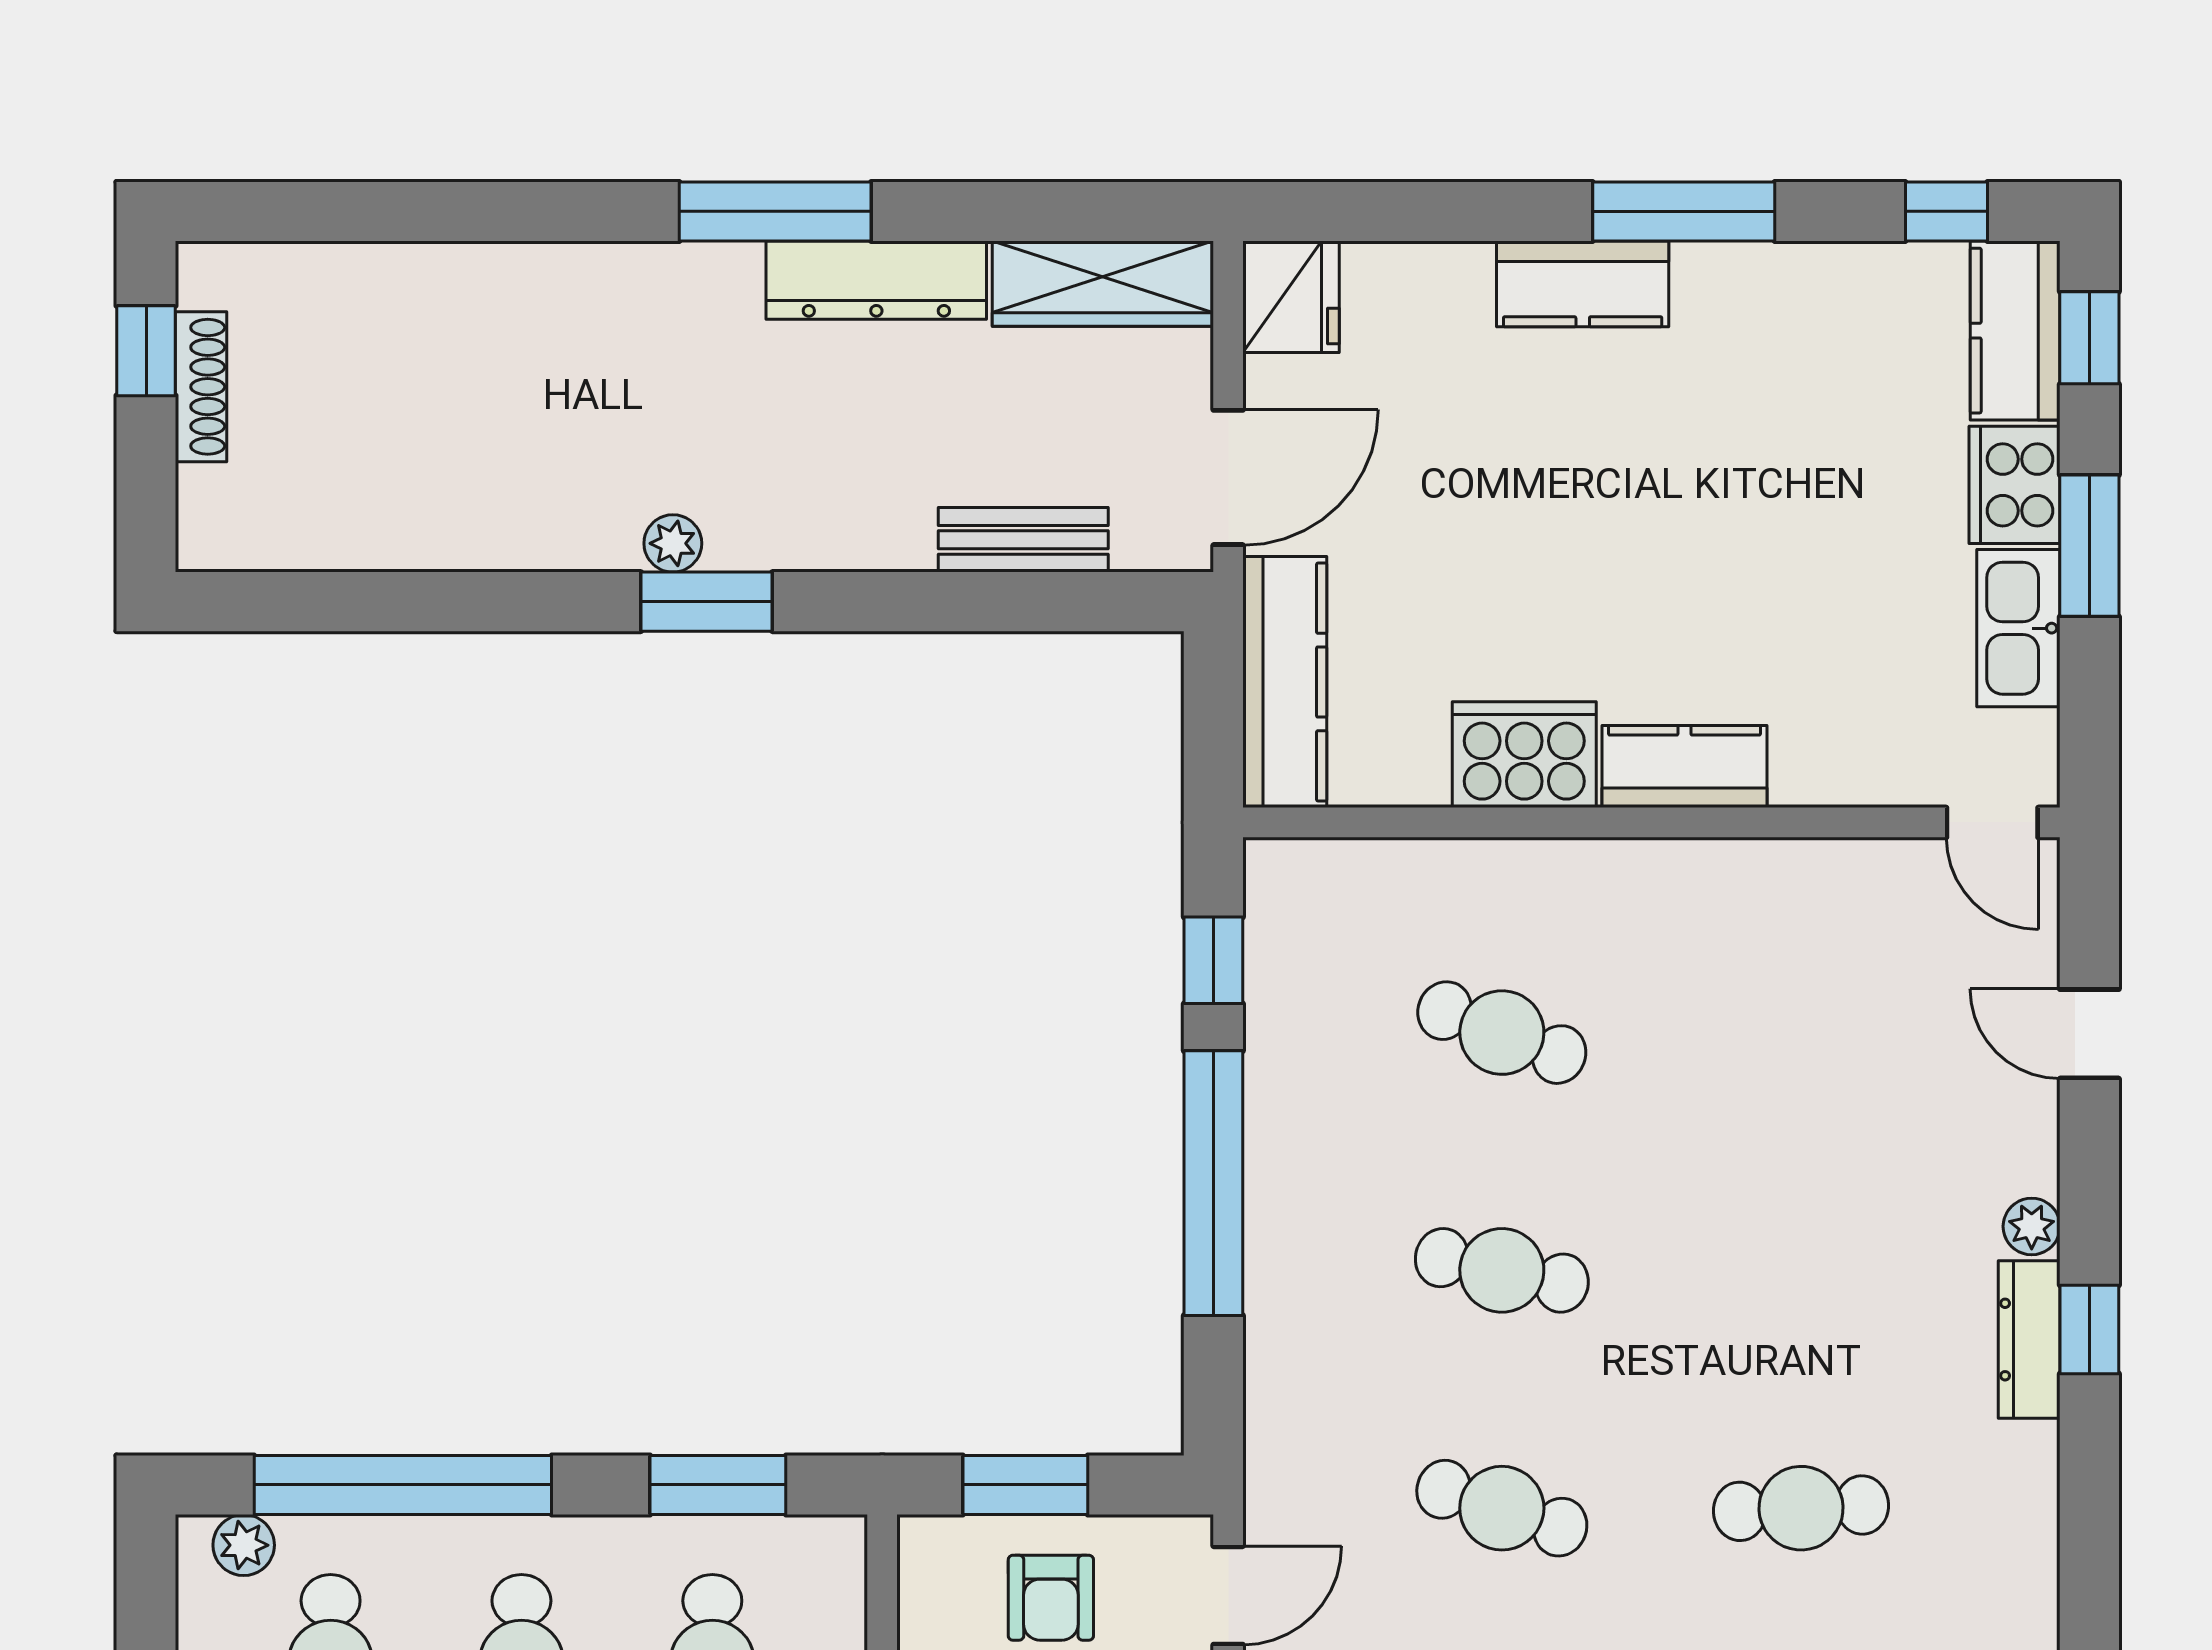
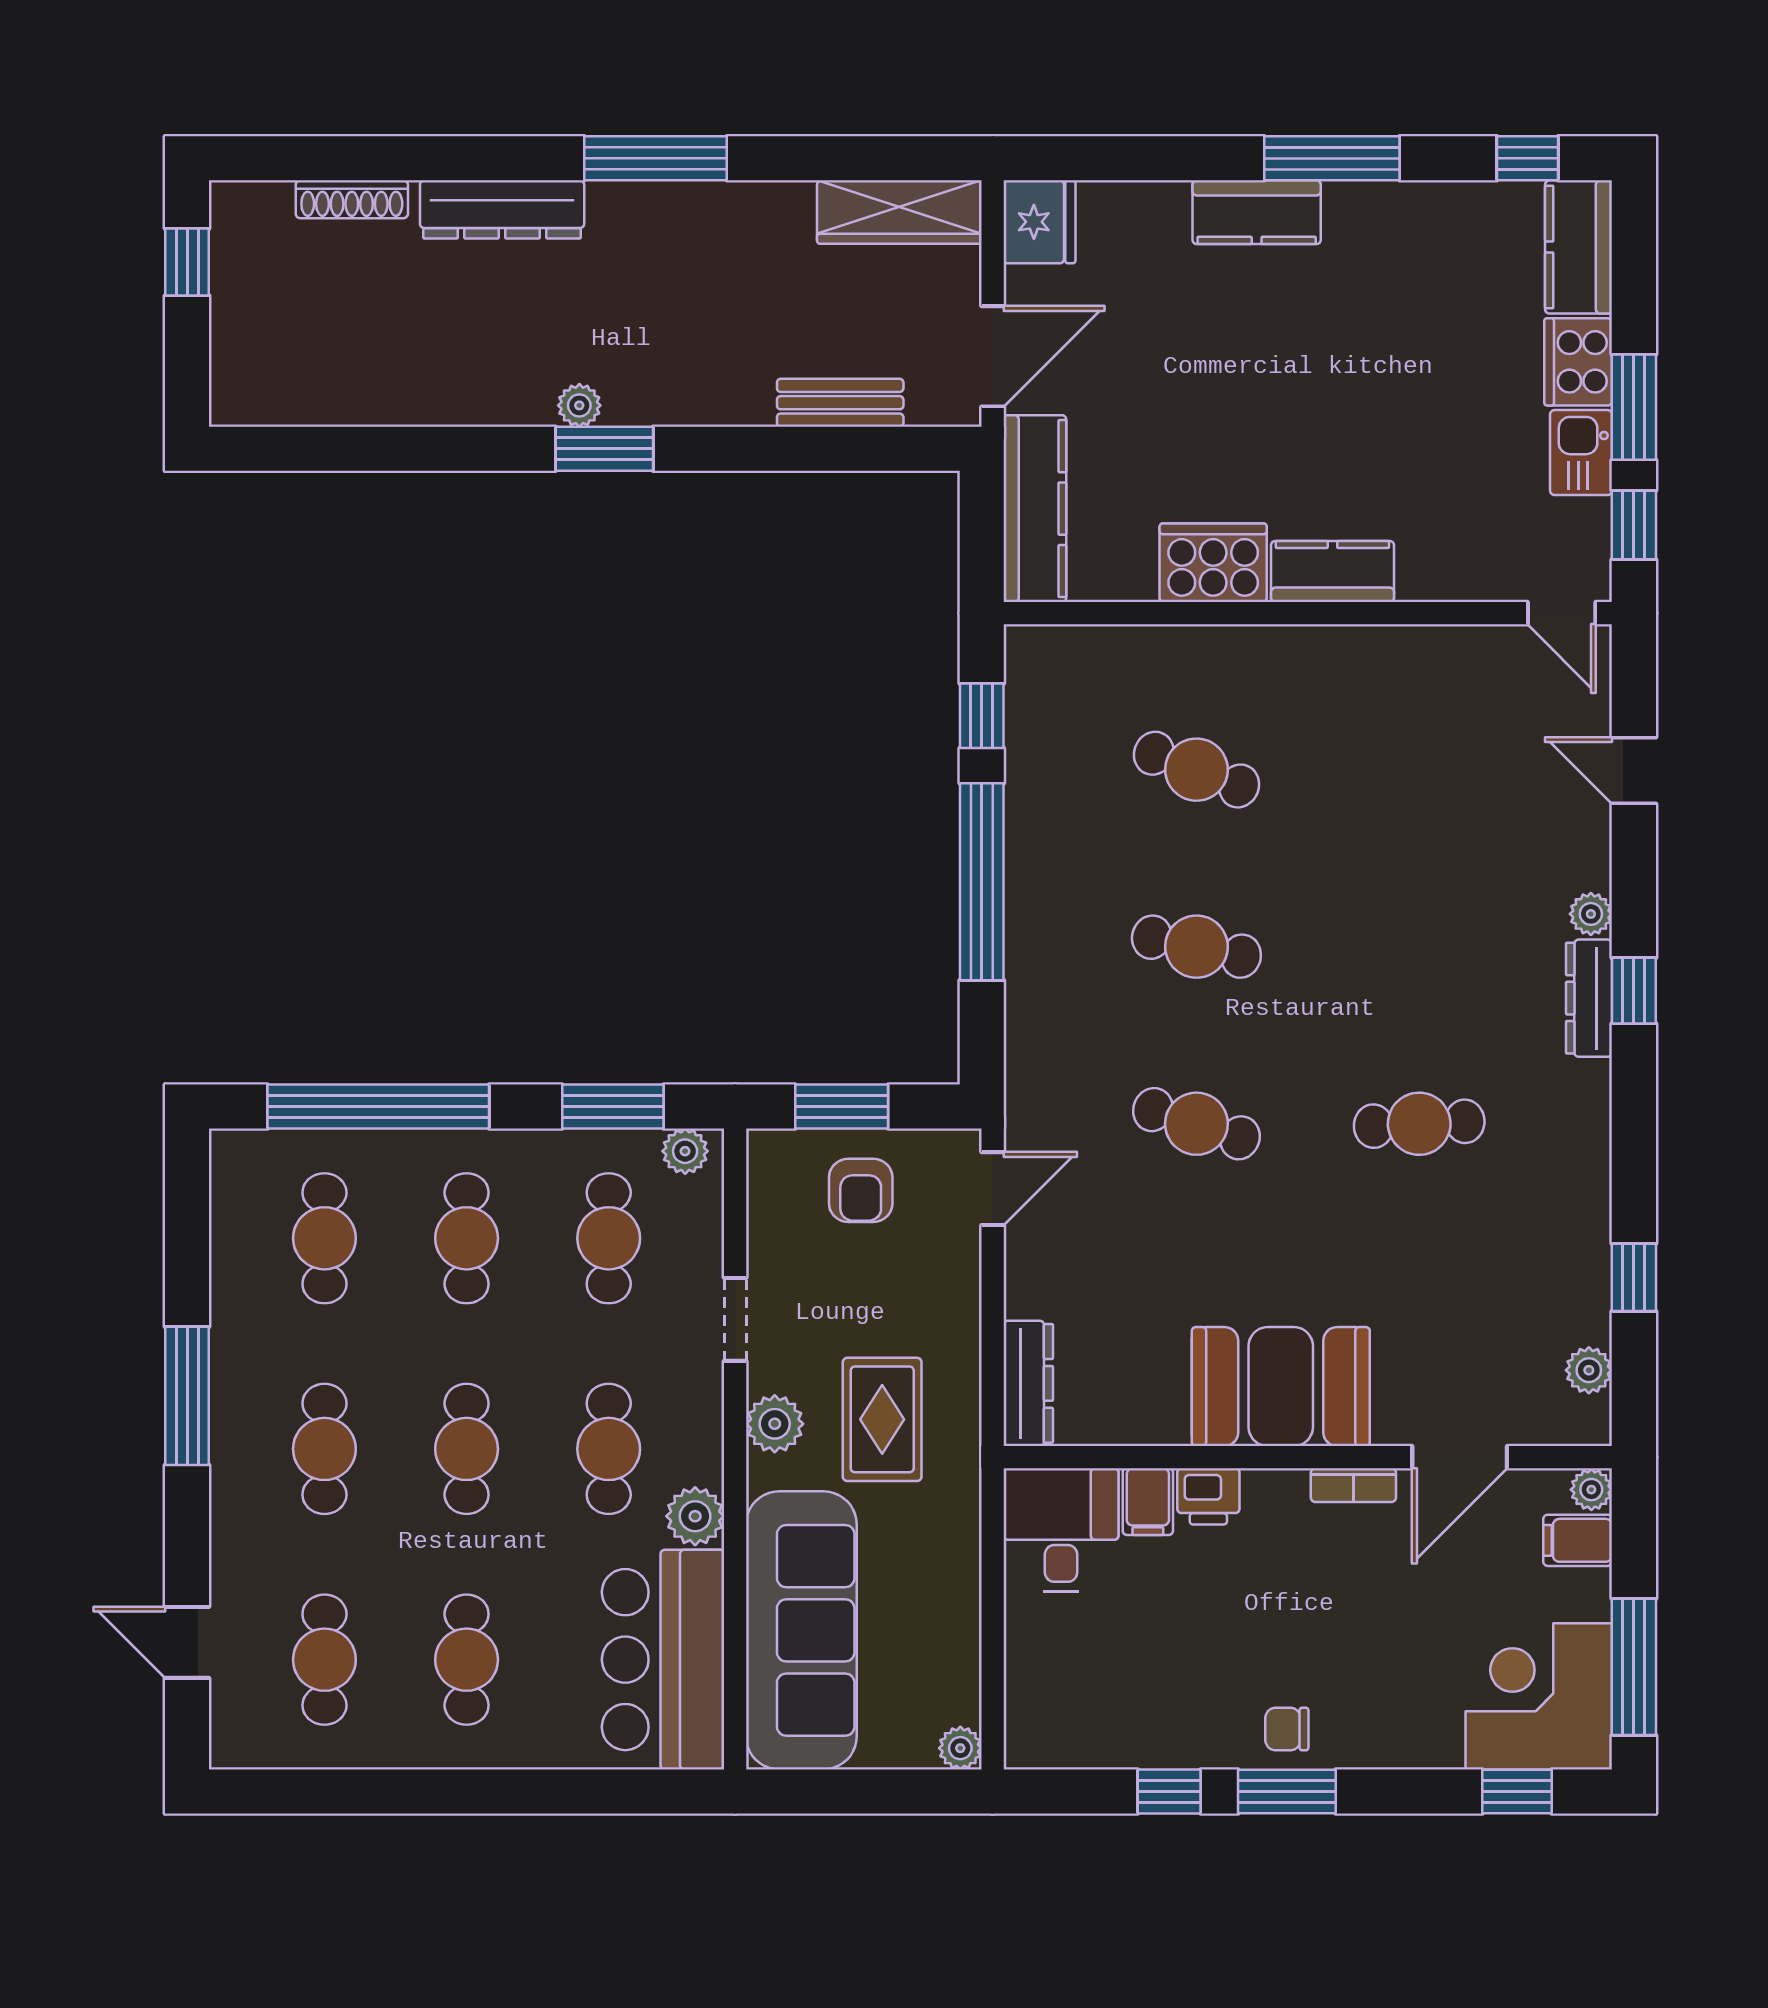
dresser: (876, 280) -> (502, 209), moved
window: (2089, 338) -> (1634, 525), moved
shoe rack: (201, 387) -> (352, 199), moved, turned 90
kitchen sink: (2018, 628) -> (1581, 453), width x0.73
plant: (244, 1545) -> (685, 1151), moved

